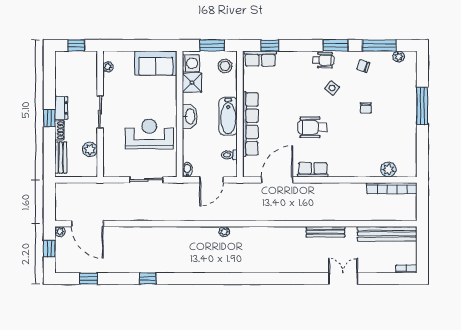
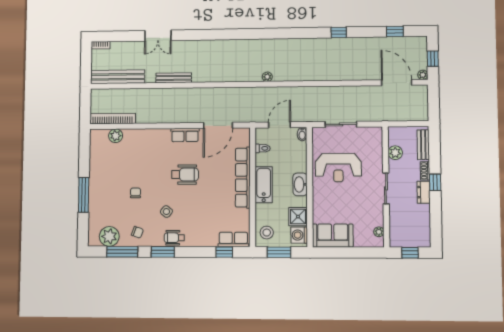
plant: (399, 57) -> (109, 236), width x1.88, depth x1.88

